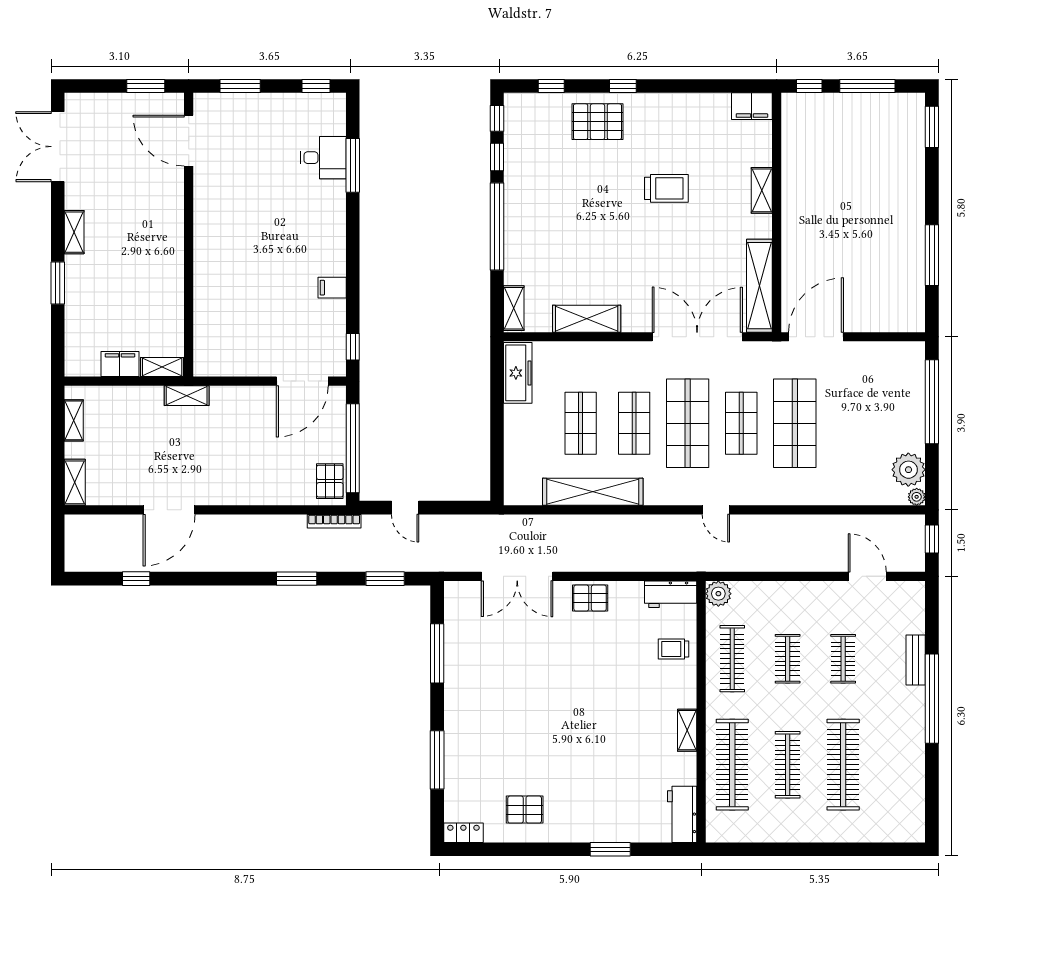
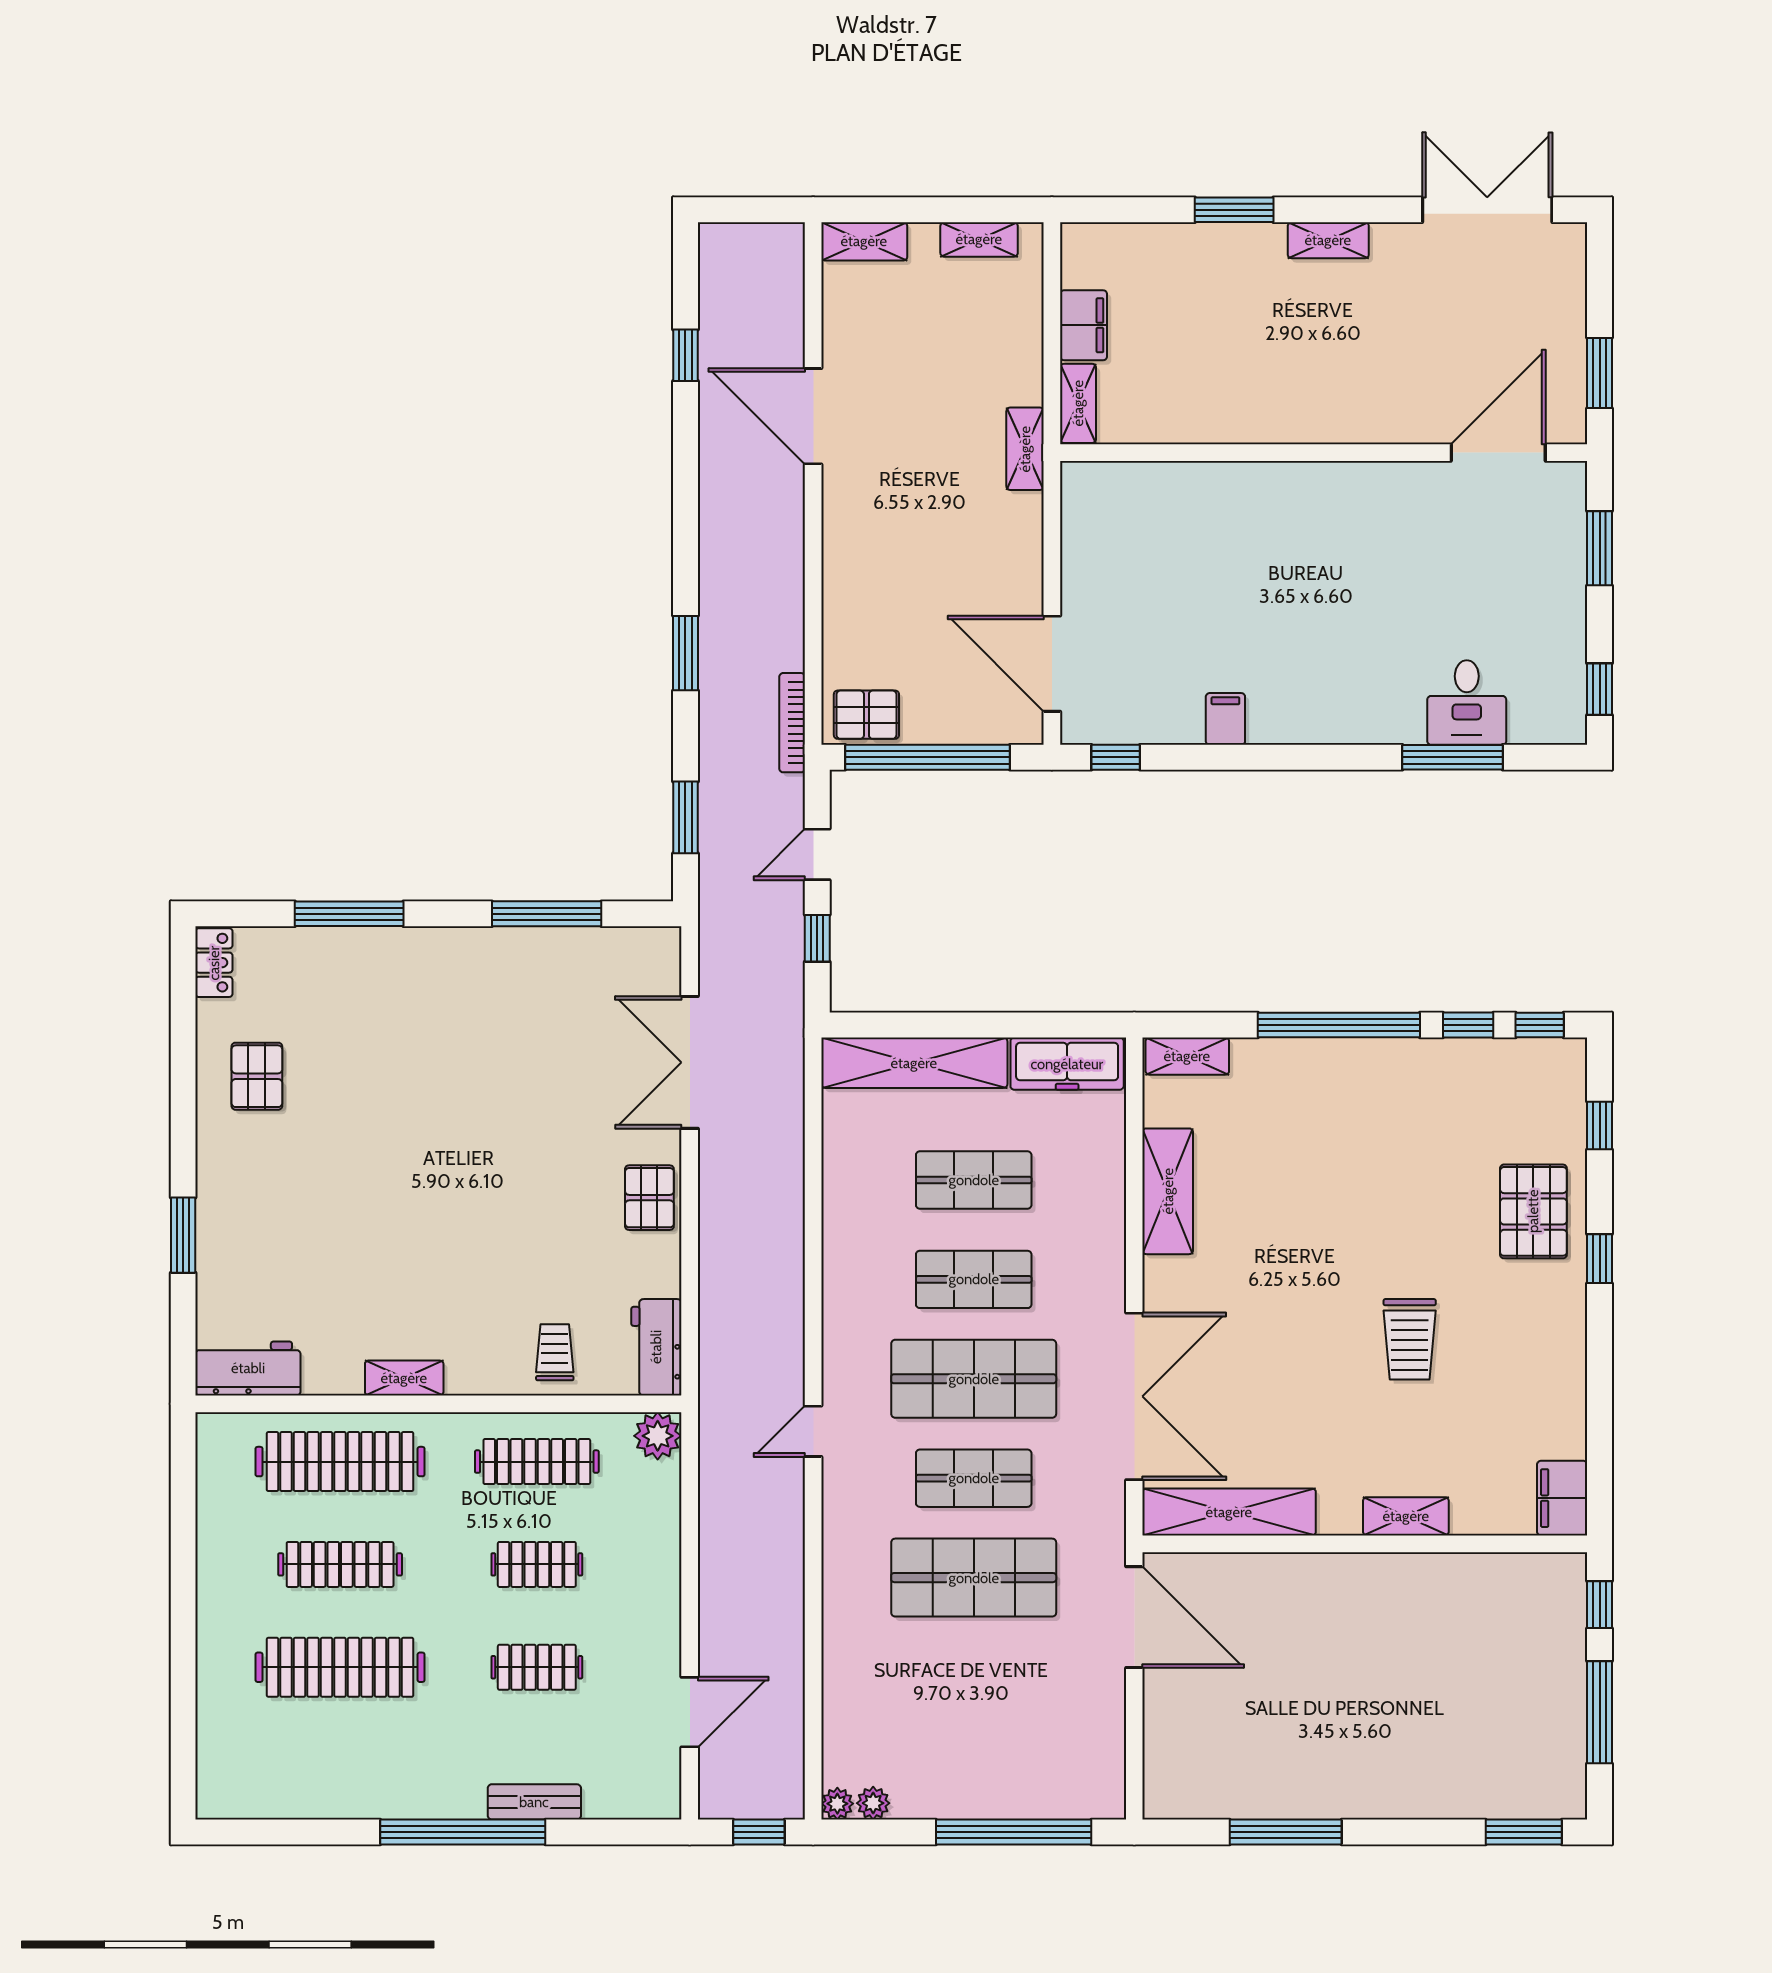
plant: (908, 470) -> (873, 1803), width x0.53, depth x0.53
shelving: (593, 492) -> (914, 1063), moved, turned 90
window: (450, 508) -> (817, 938), added

